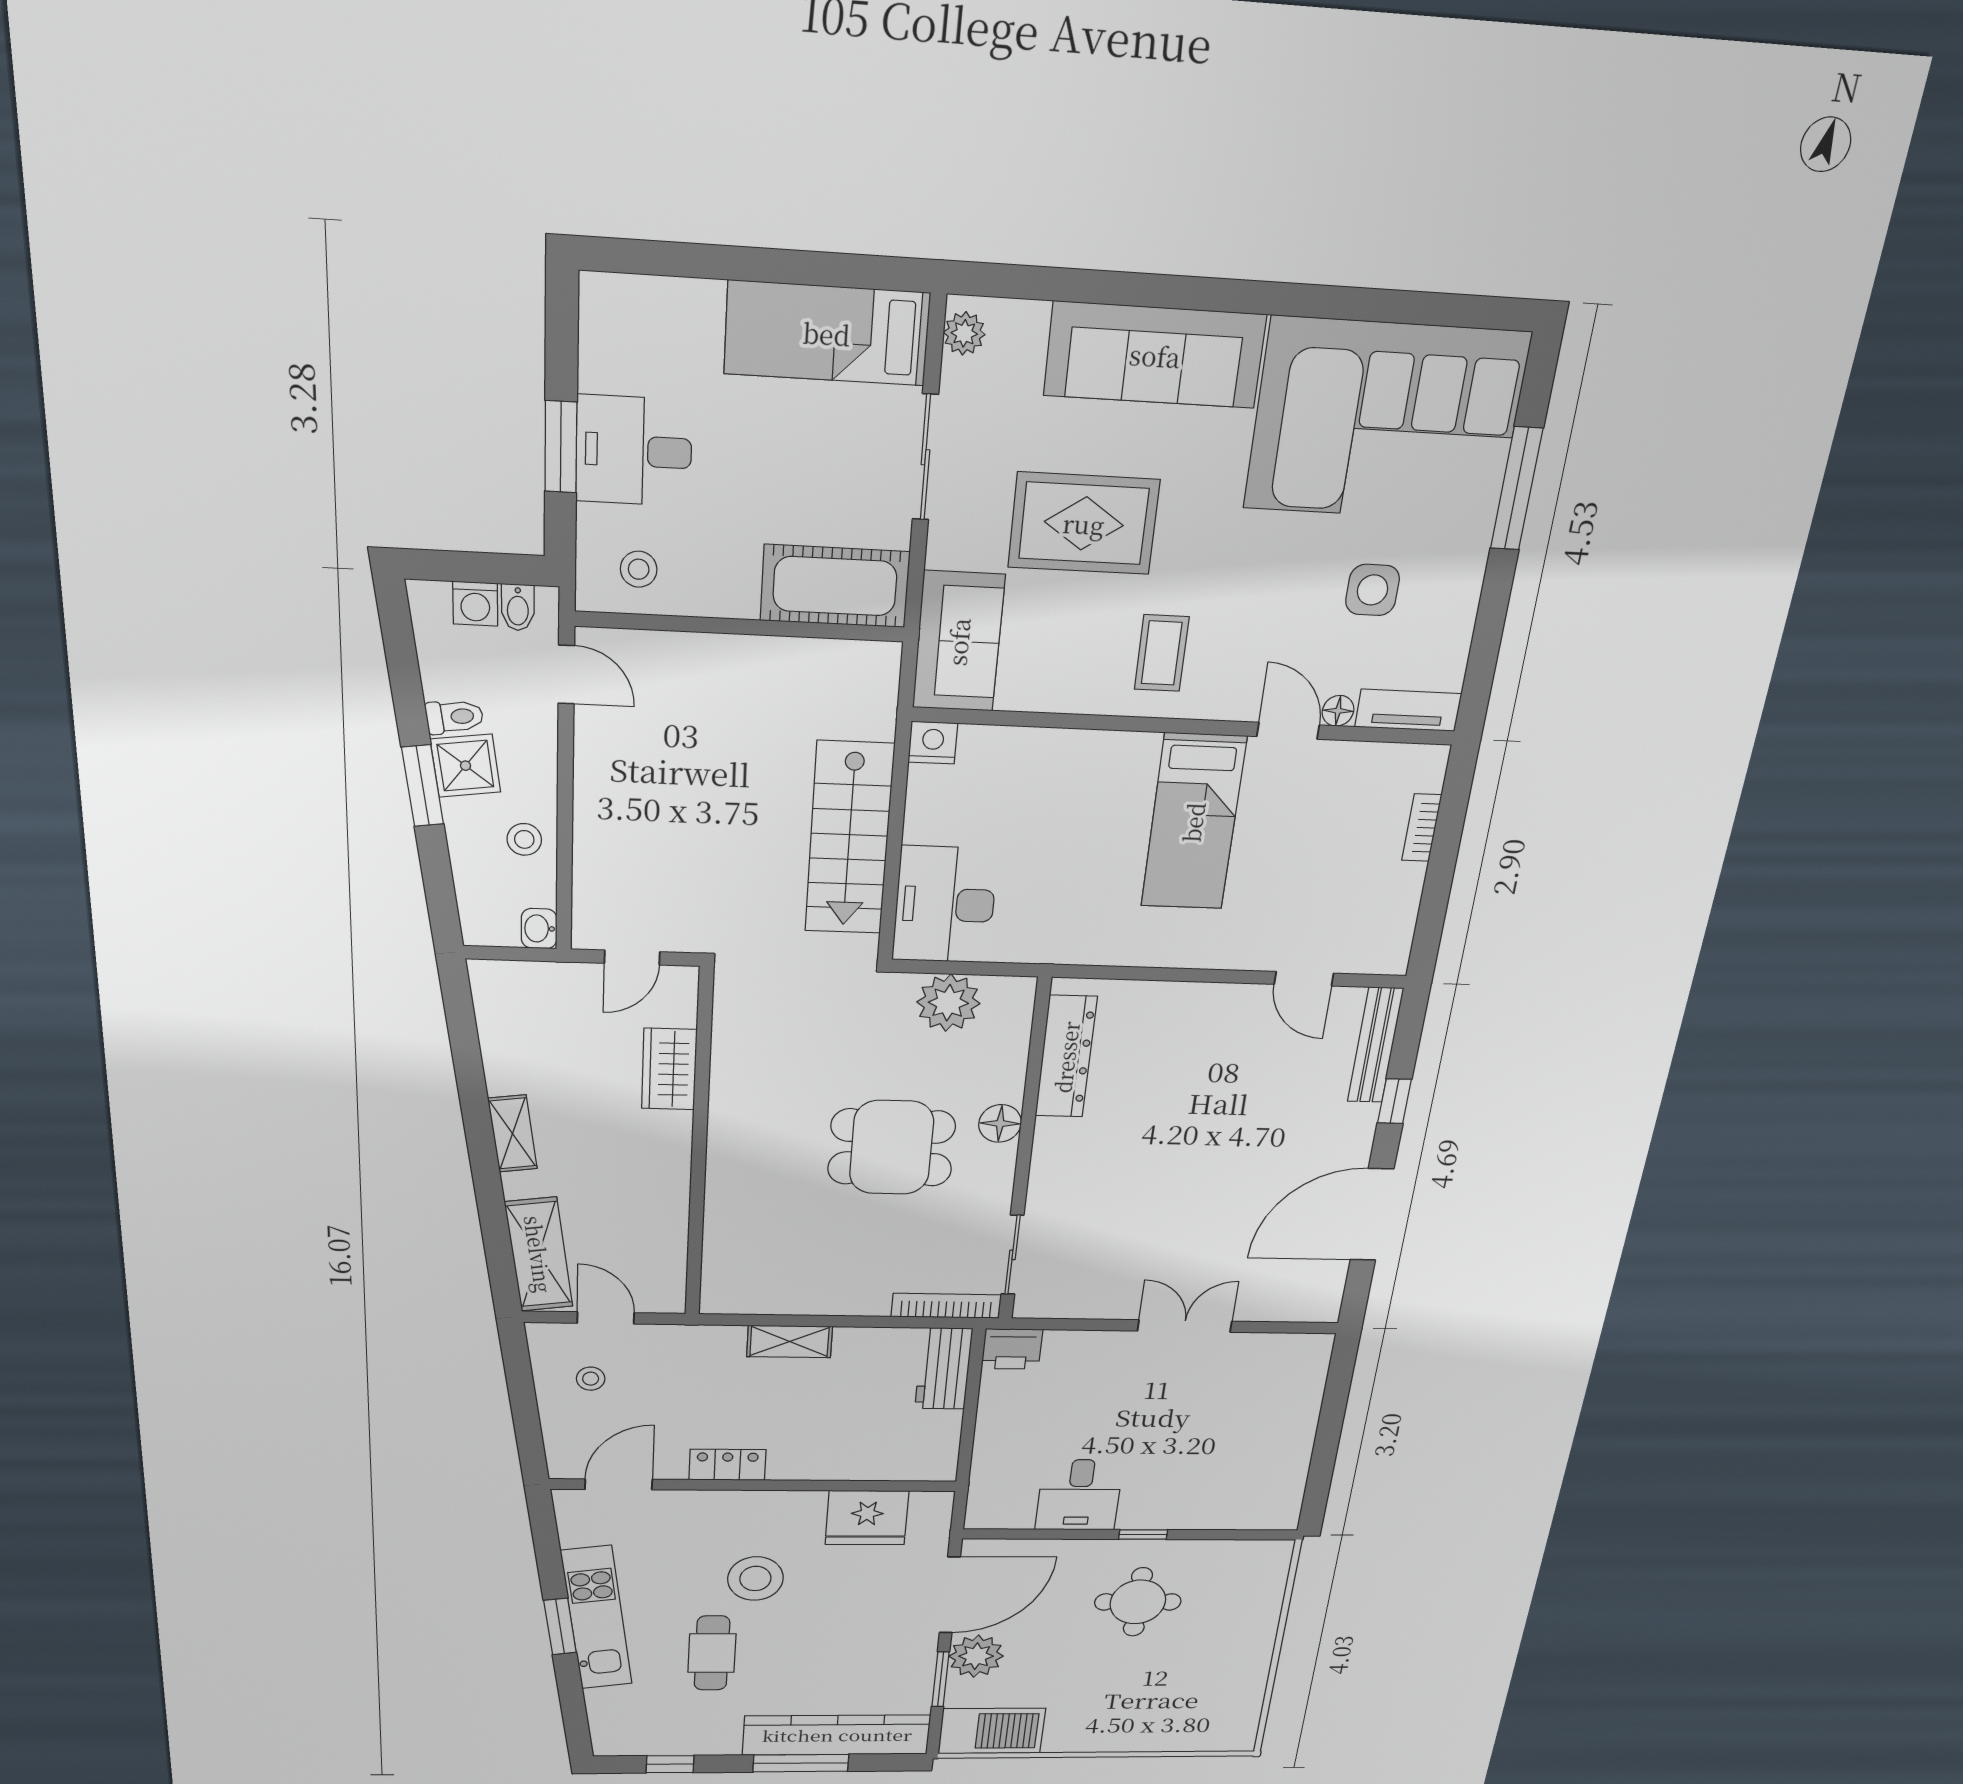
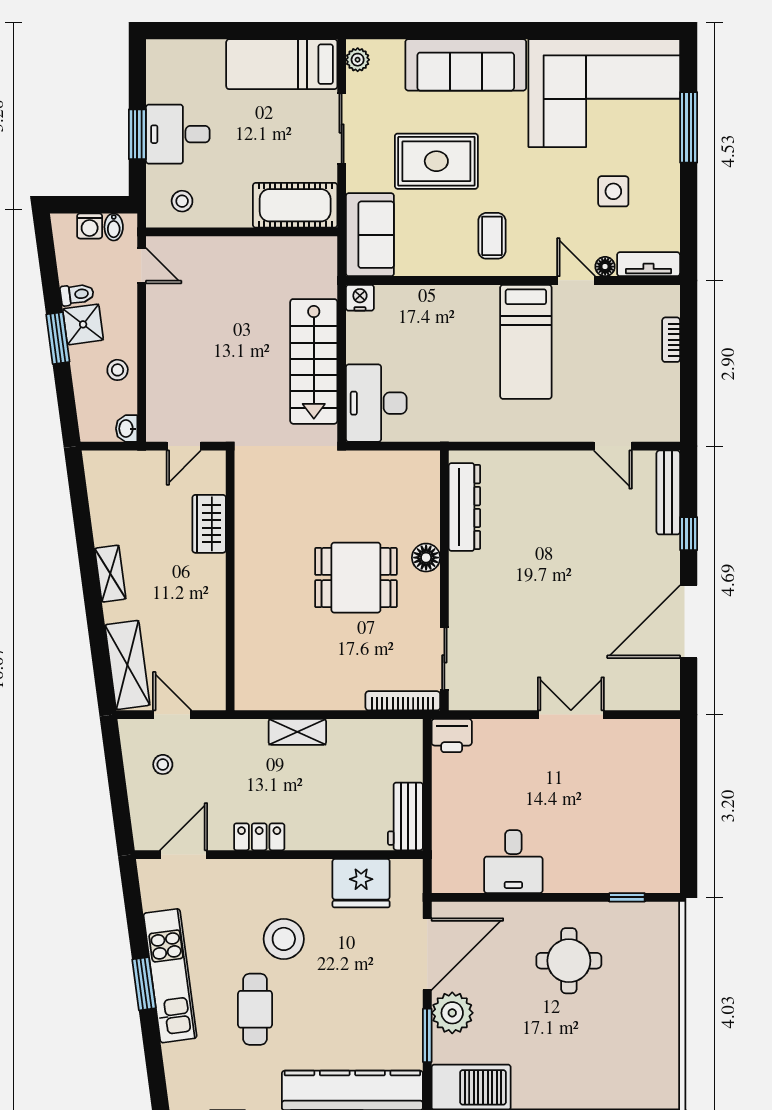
plant: (948, 1003) -> (384, 471), removed
workbench: (944, 1369) -> (405, 816), moved
window: (1143, 1535) -> (627, 897), moved

